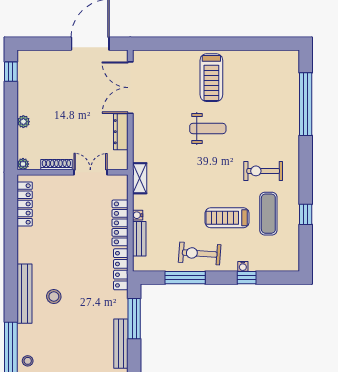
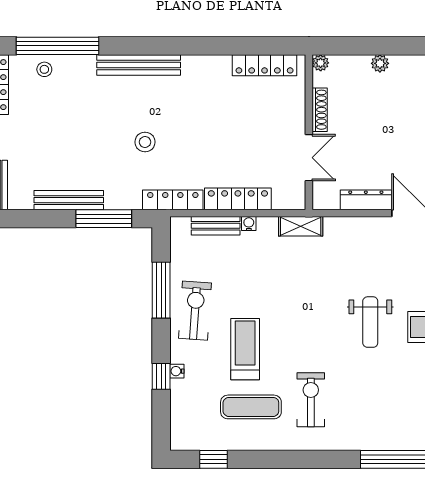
window: (306, 214) -> (214, 459), moved
stool: (54, 296) -> (145, 142), moved

